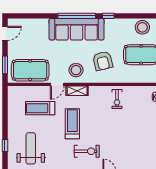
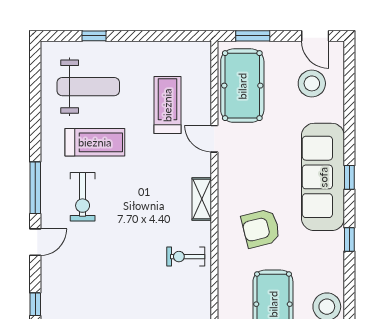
window: (77, 16) -> (349, 177), width x0.32
stool: (76, 70) -> (312, 83), moved
shelving: (77, 91) -> (202, 199), moved
treadmill: (72, 124) -> (95, 142), moved

